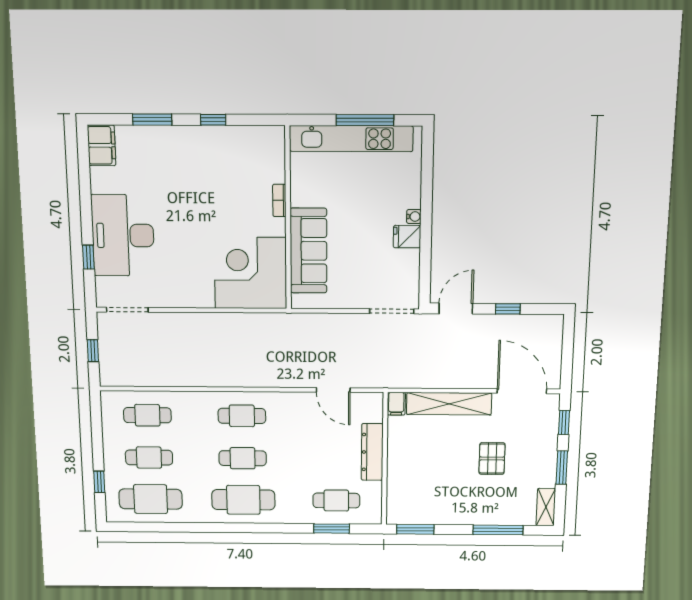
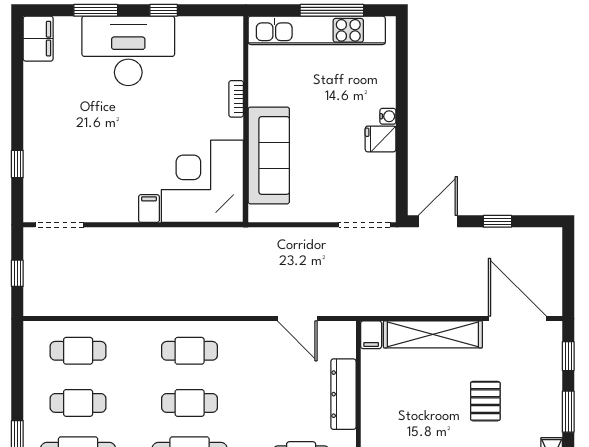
desk: (123, 235) -> (128, 51), moved, turned 90
filing cabinet: (204, 296) -> (149, 209), added

